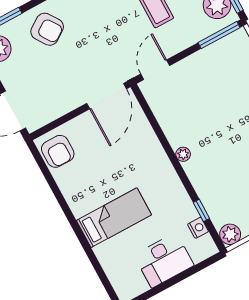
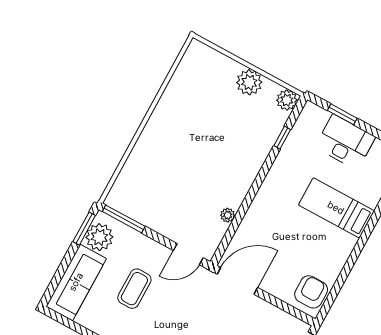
plant: (183, 154) -> (228, 215), moved
nightstand: (198, 228) -> (299, 131), removed
window: (189, 273) -> (342, 114), added

